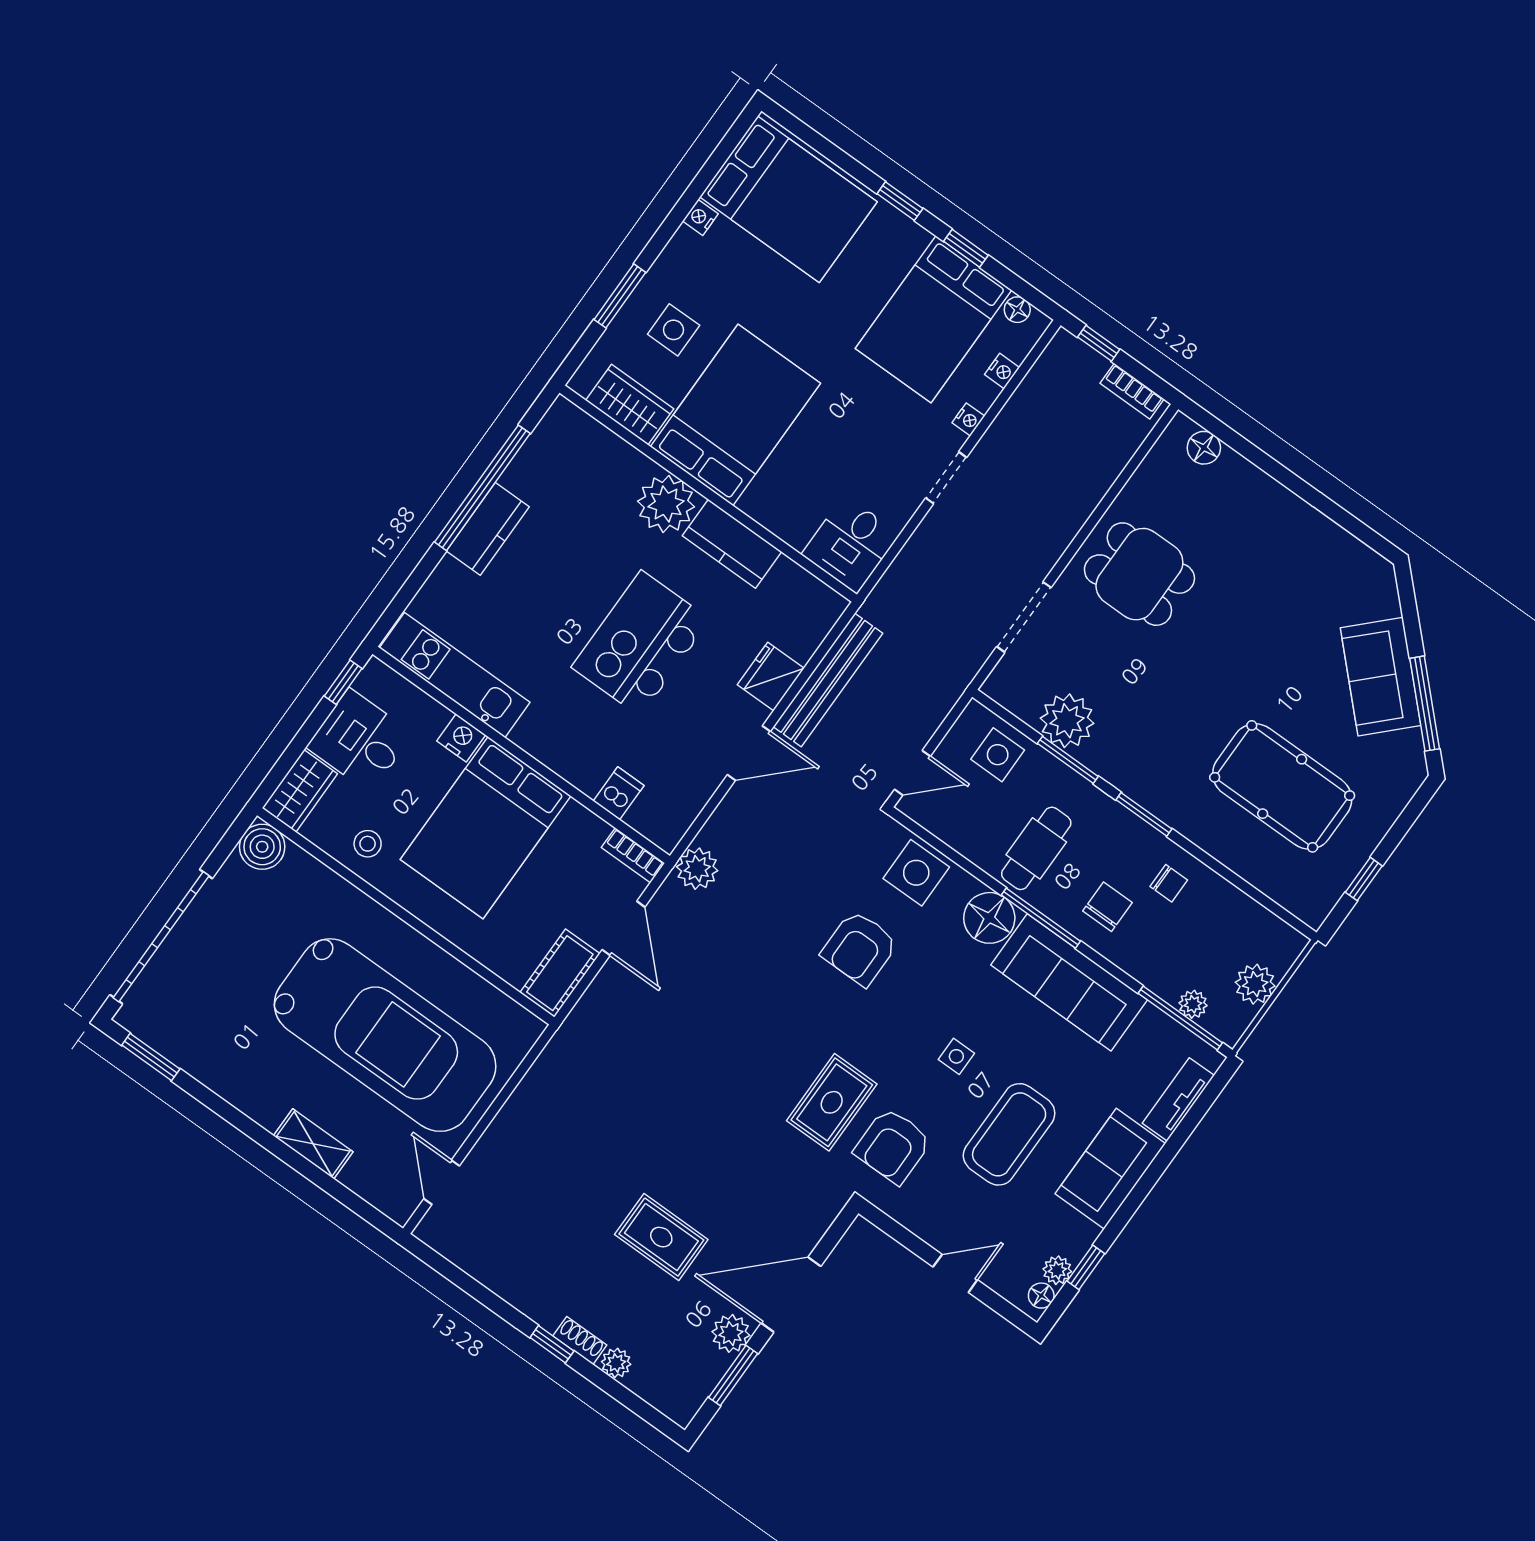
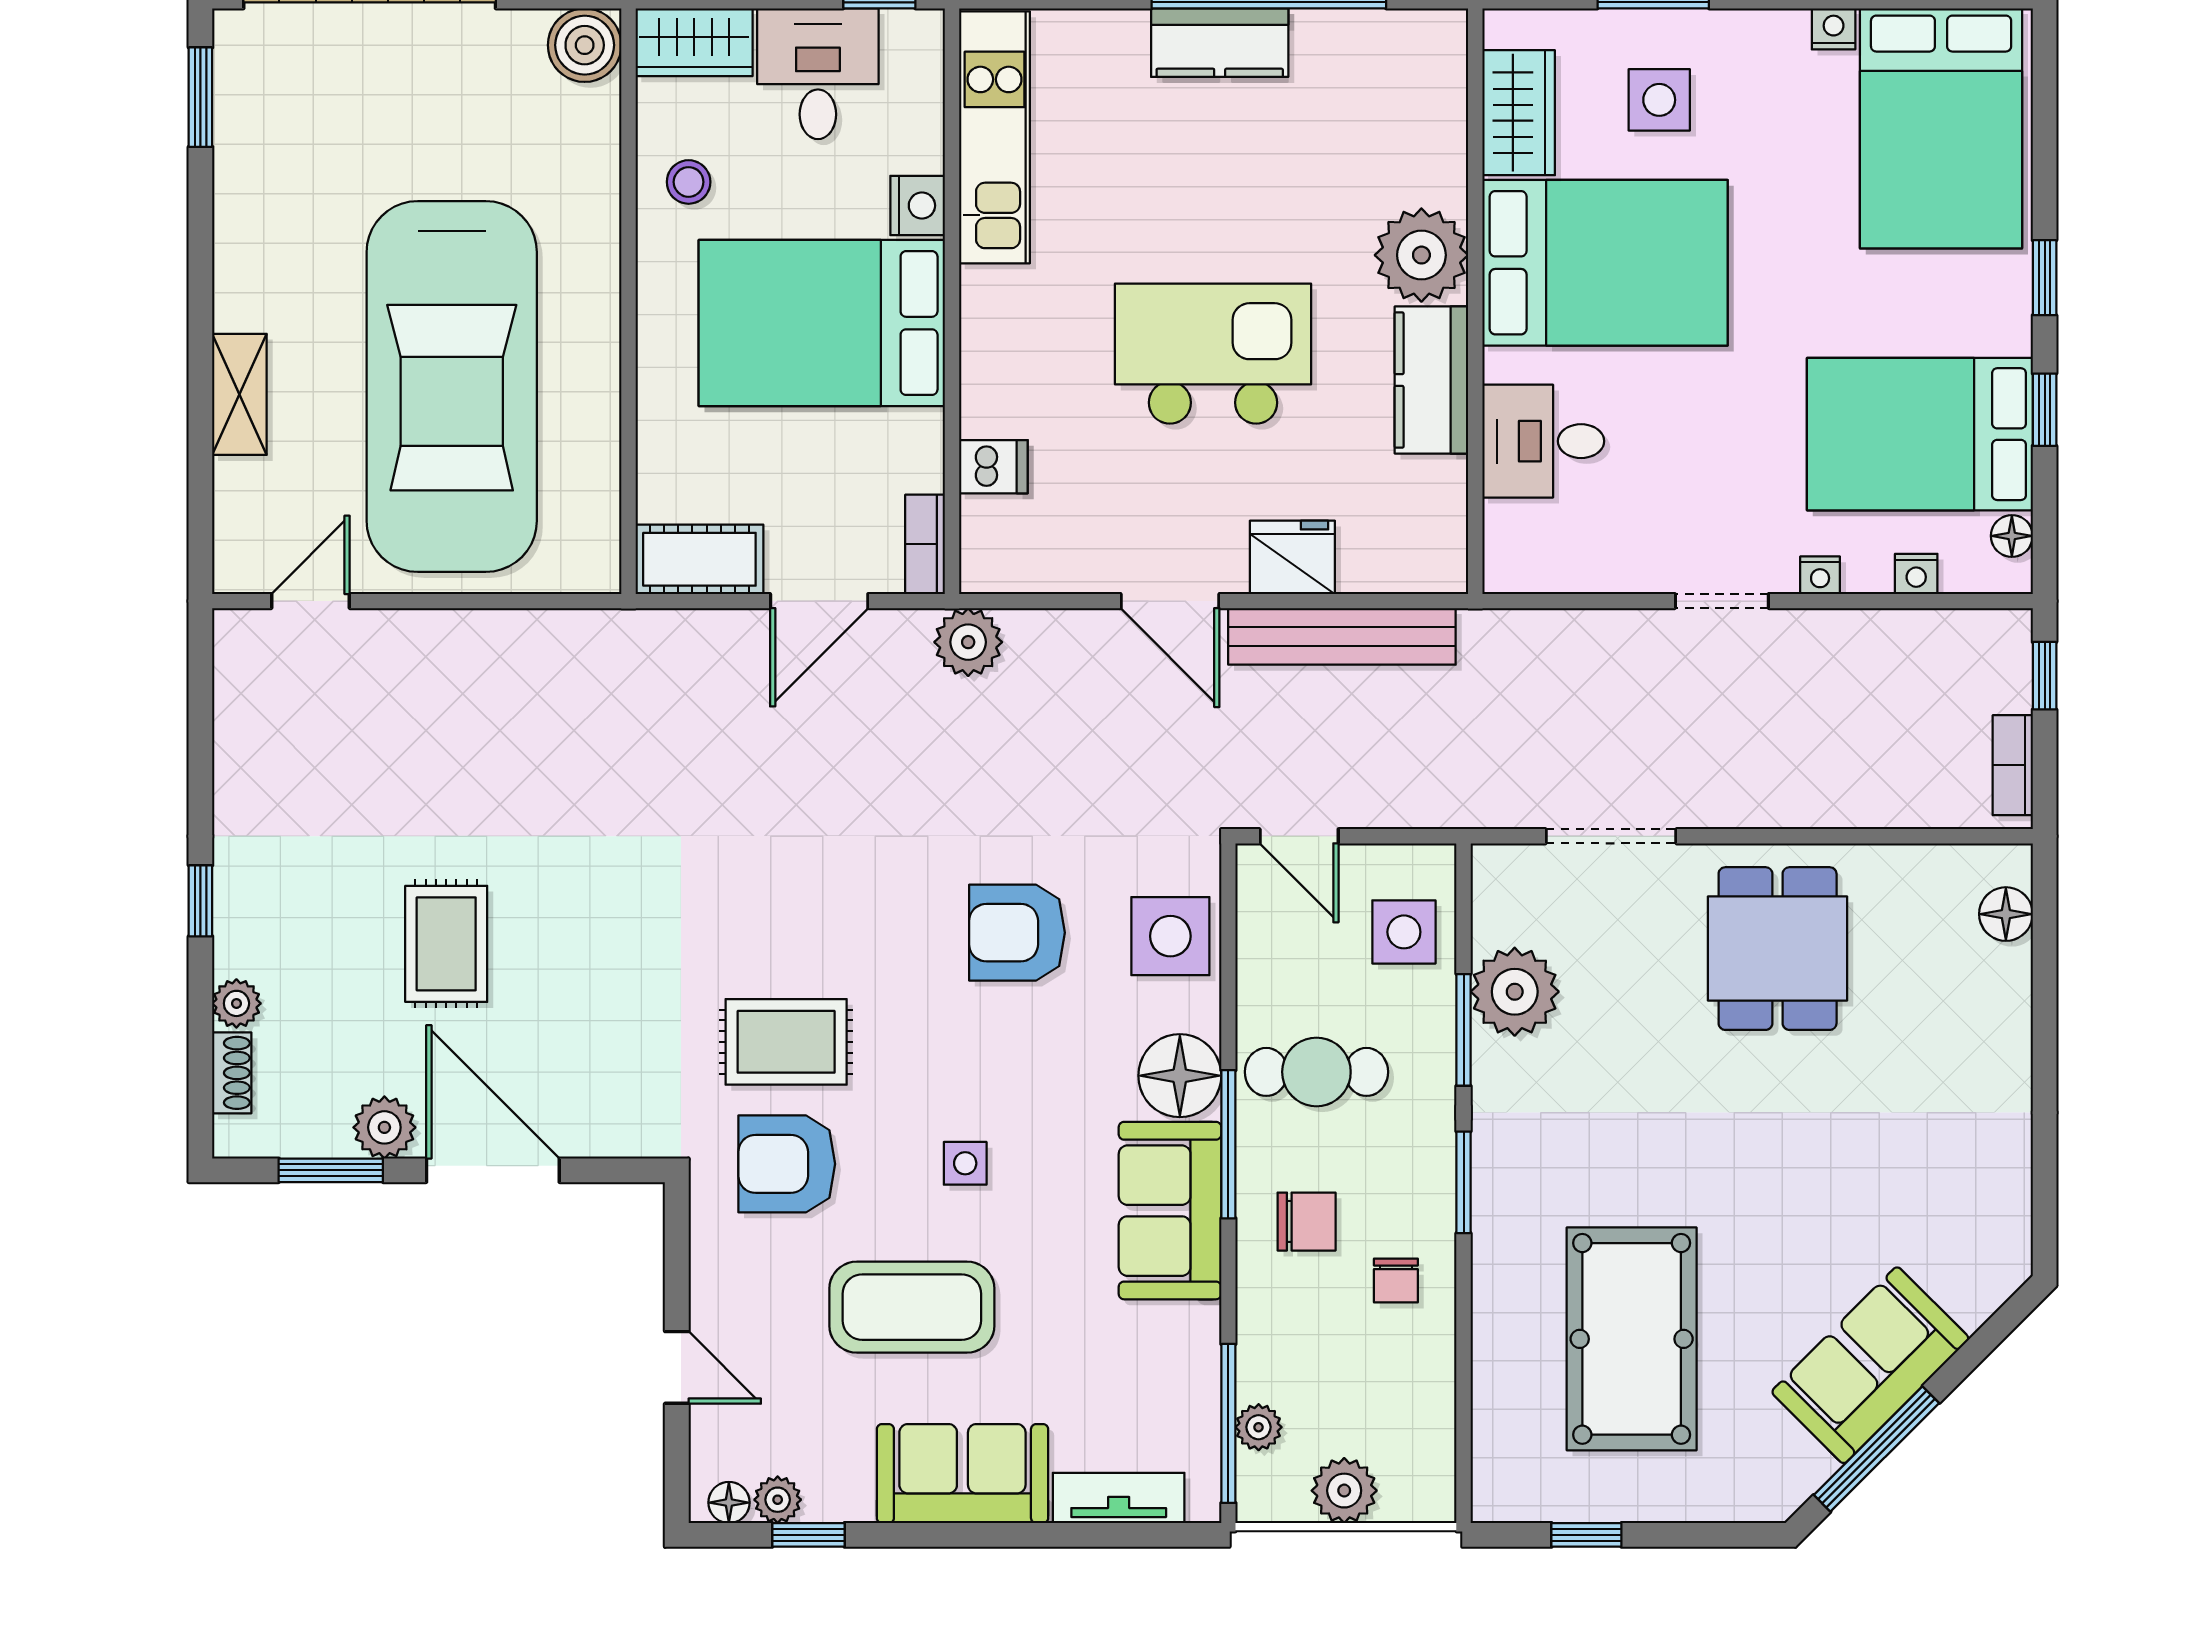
desk: (851, 544) -> (1543, 441), moved
sofa: (1069, 982) -> (1170, 1211), width x0.73
shoe rack: (580, 1341) -> (232, 1073), moved

